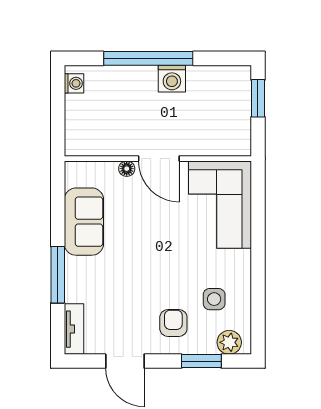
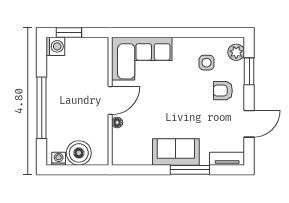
washing machine: (172, 79) -> (55, 46), moved
boiler: (82, 113) -> (79, 153), added
sofa: (84, 222) -> (176, 152), moved

